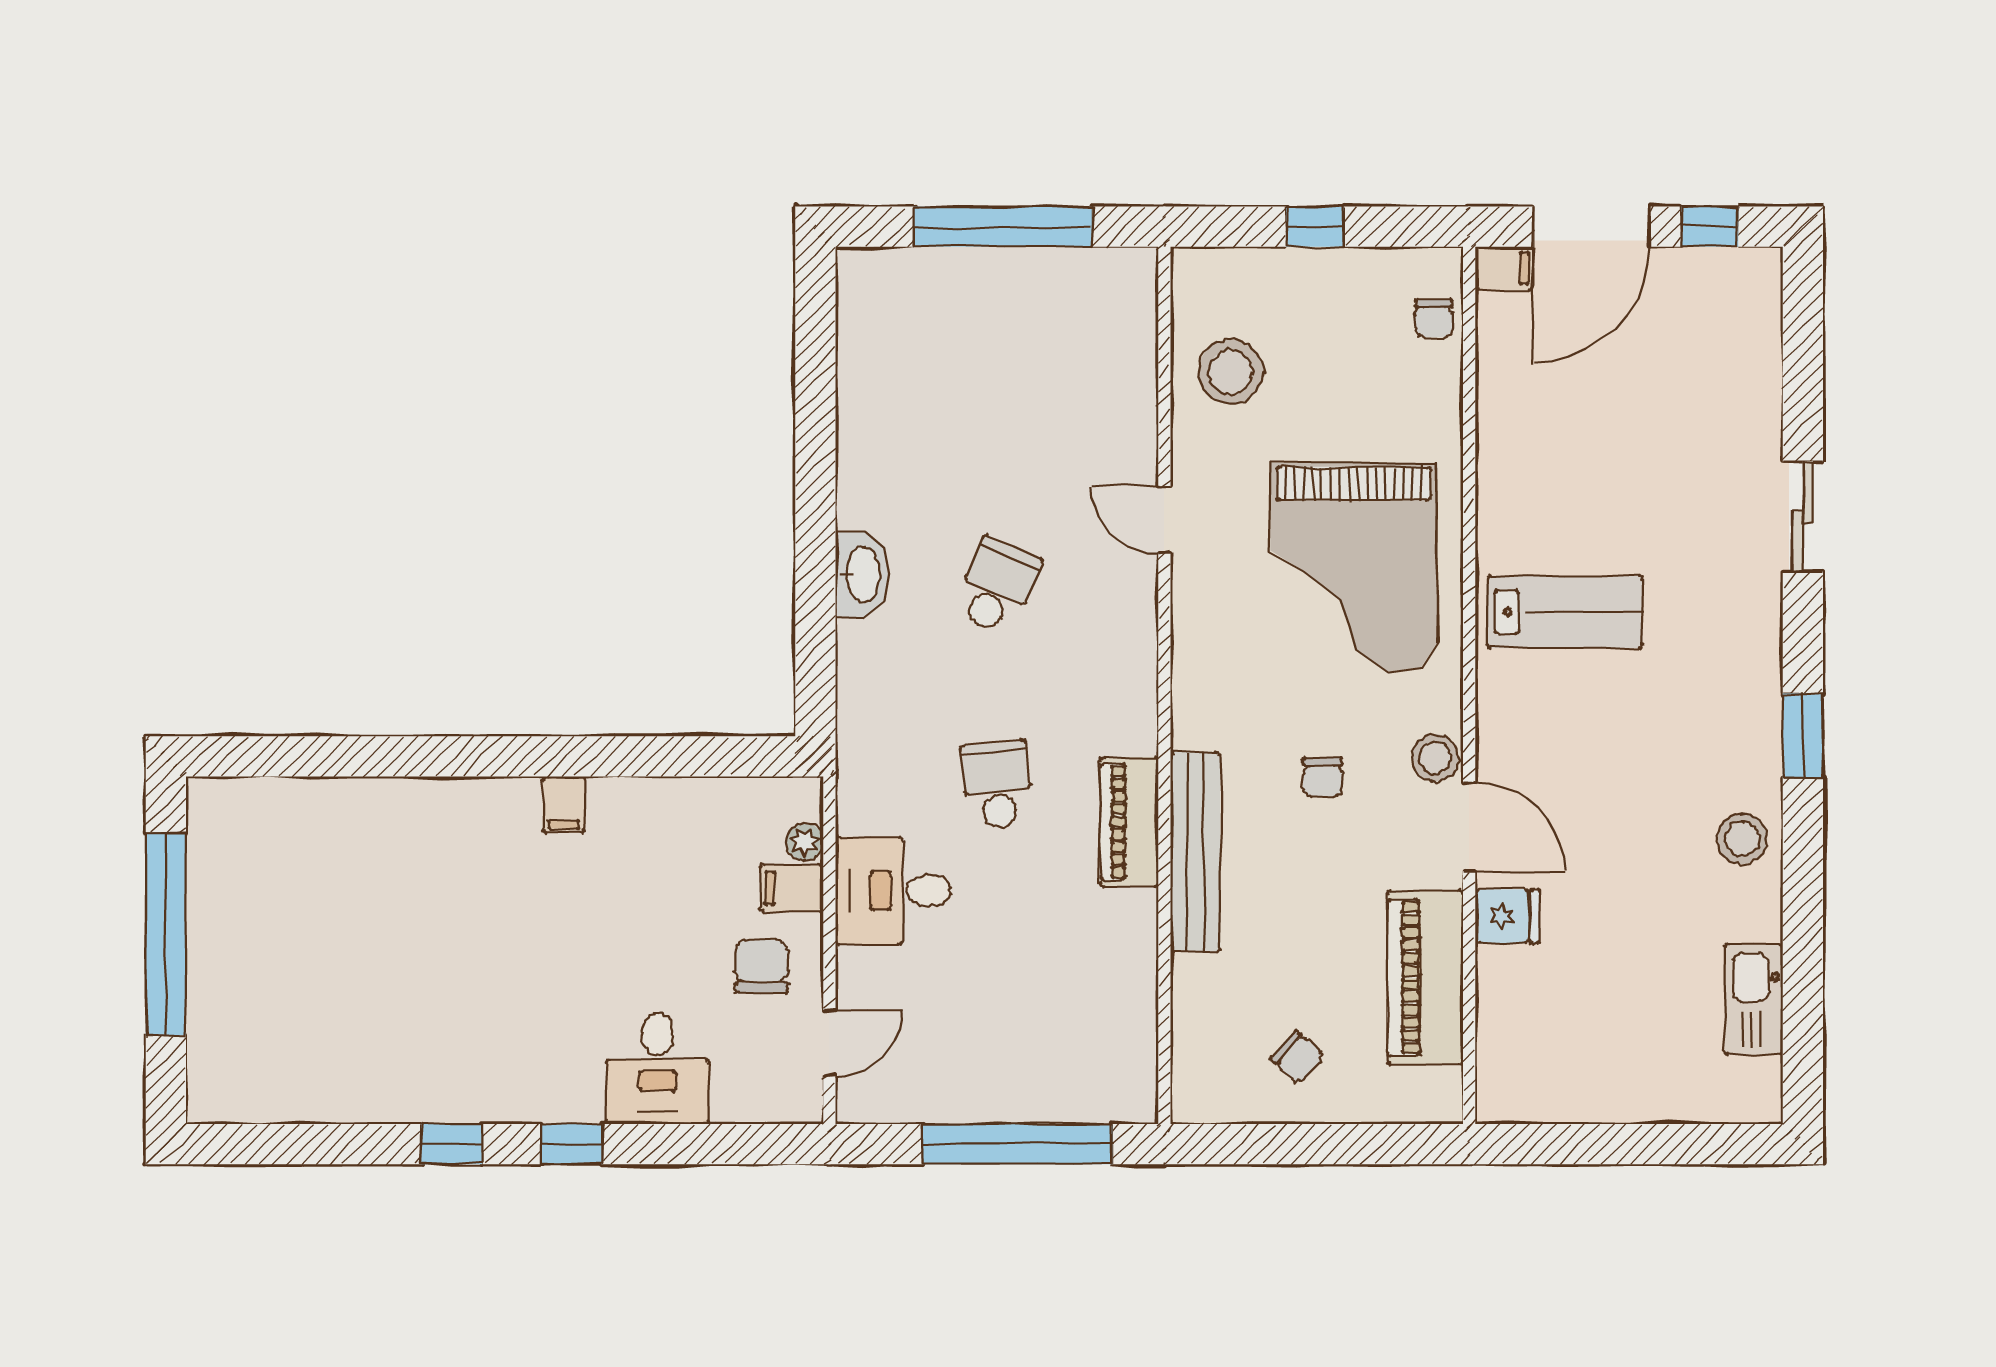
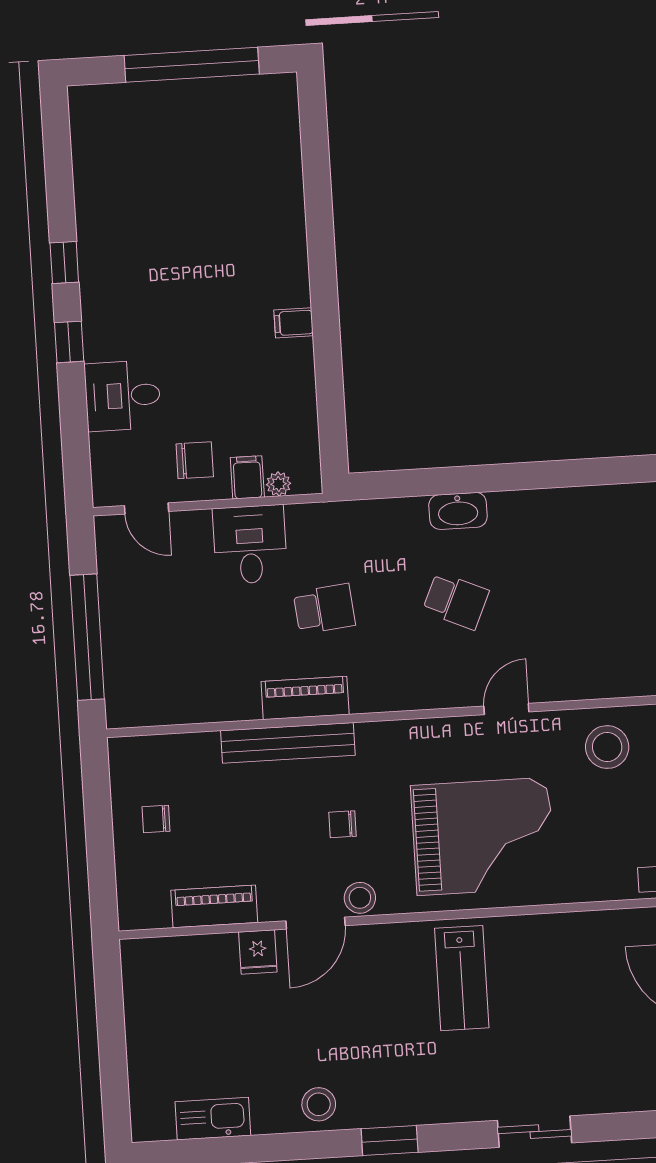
grand piano: (1354, 567) -> (483, 836), turned 180
piano: (1425, 978) -> (214, 906), width x0.73, depth x0.75
chair: (1298, 1057) -> (156, 819), turned 48

